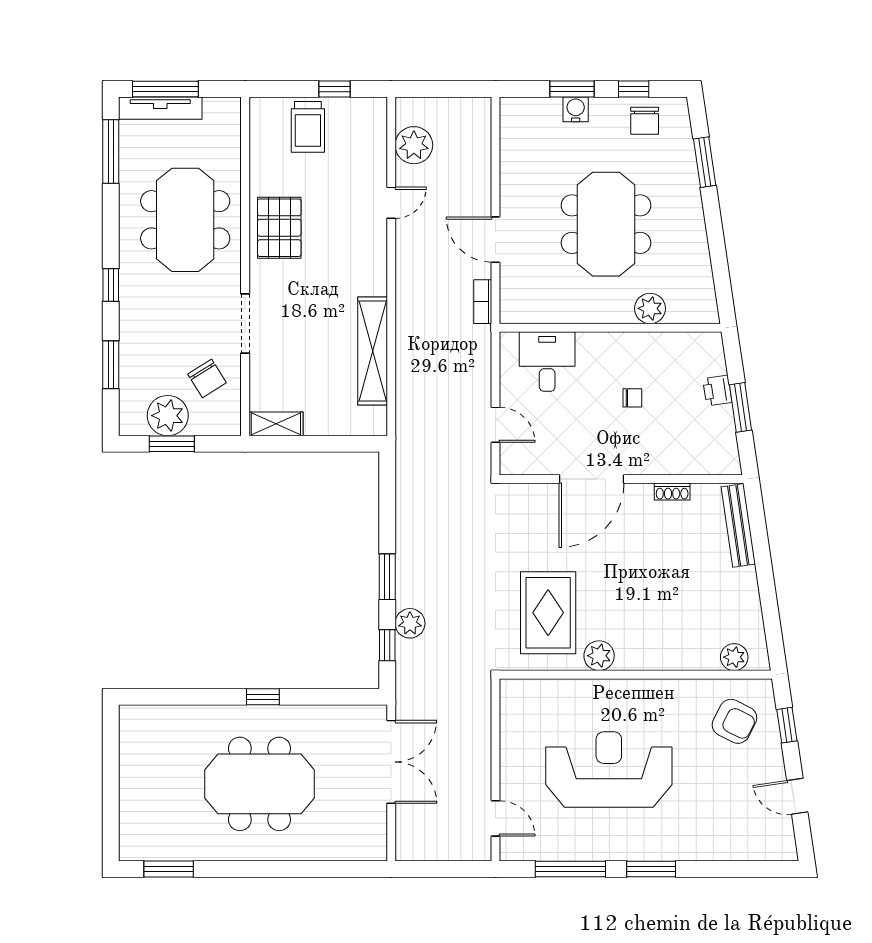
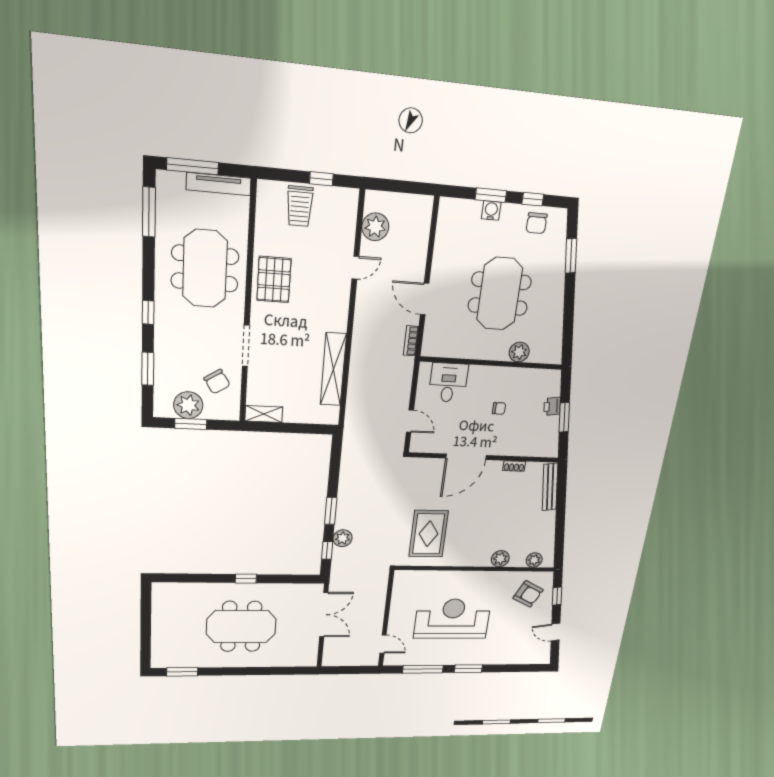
tv unit: (160, 108) -> (219, 184), moved
plant: (599, 656) -> (500, 559), moved

